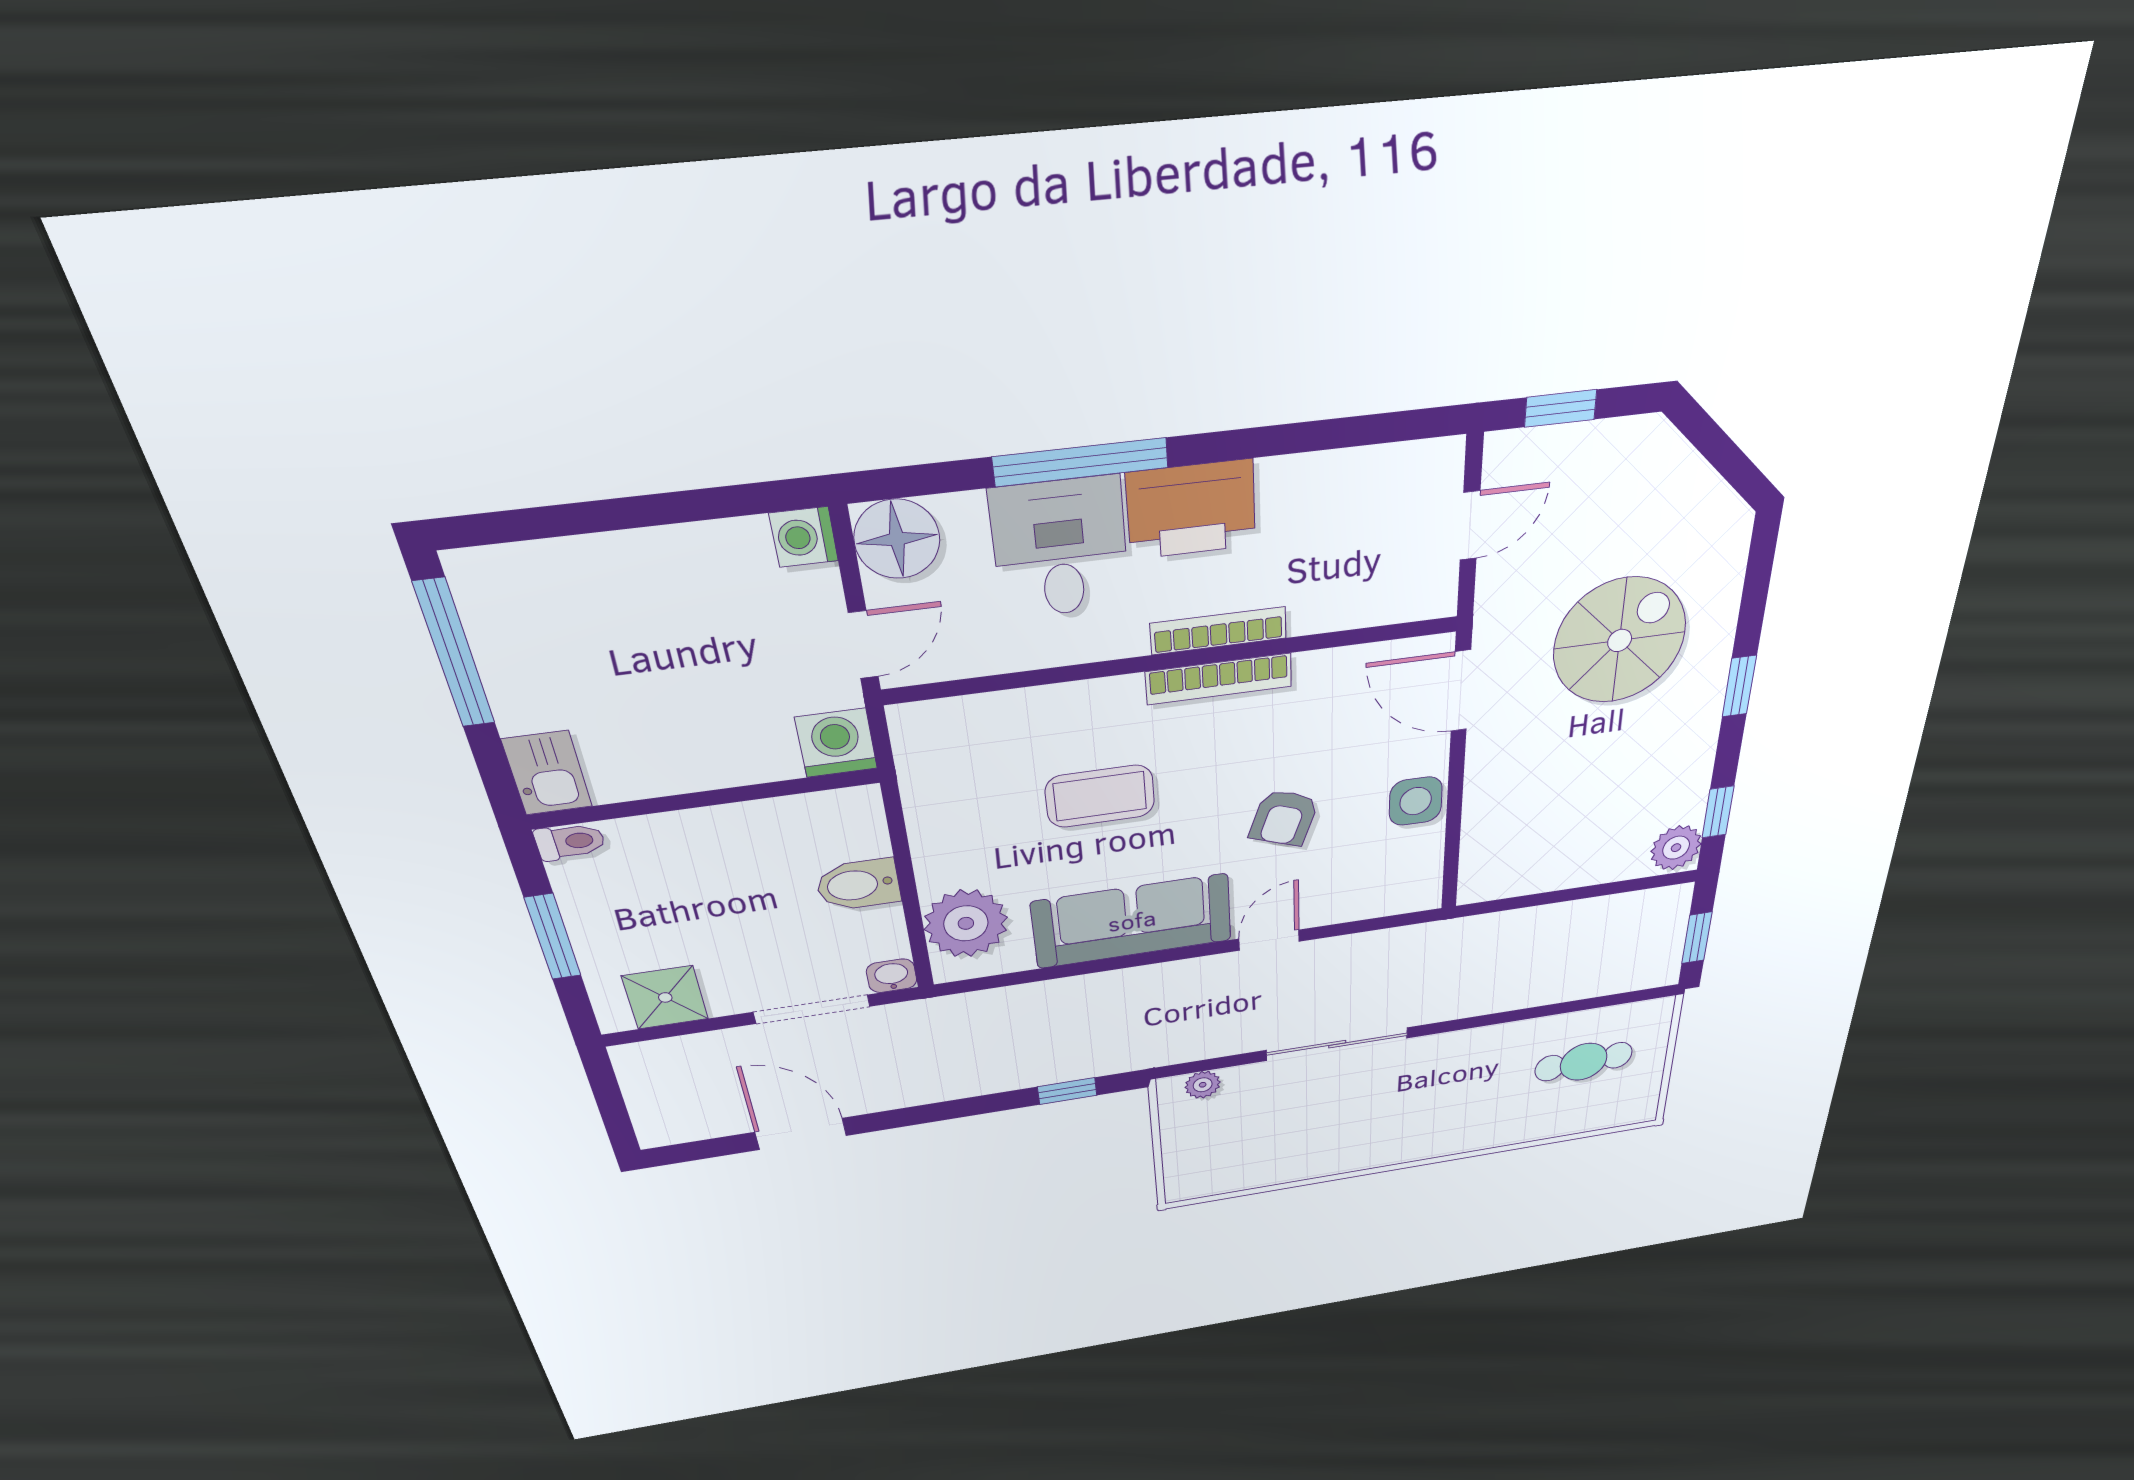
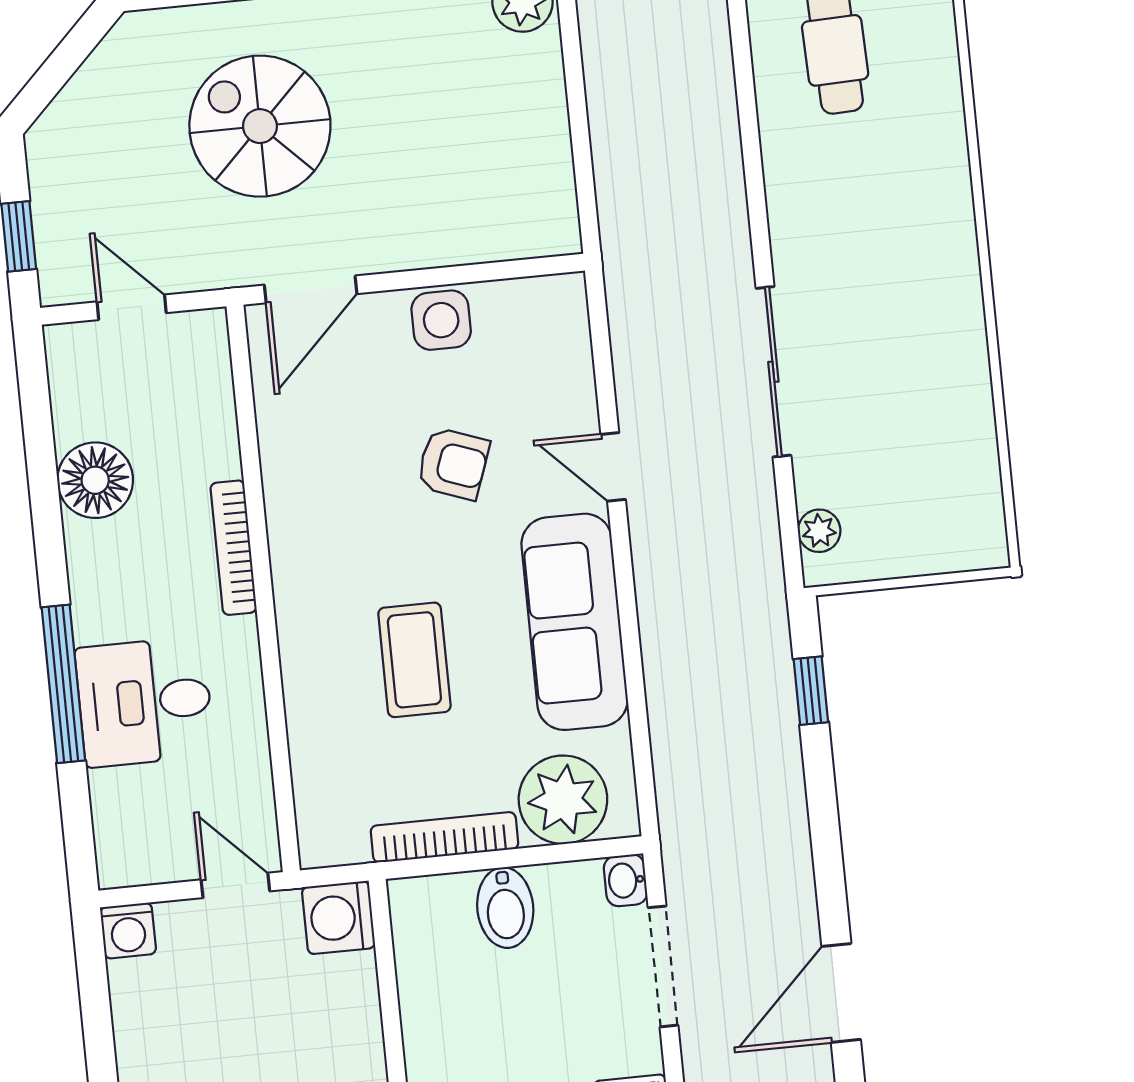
printer: (1191, 510) -> (110, 581), removed
floor lamp: (897, 539) -> (95, 480), moved
bookcase: (1219, 679) -> (444, 837), moved, turned -90

